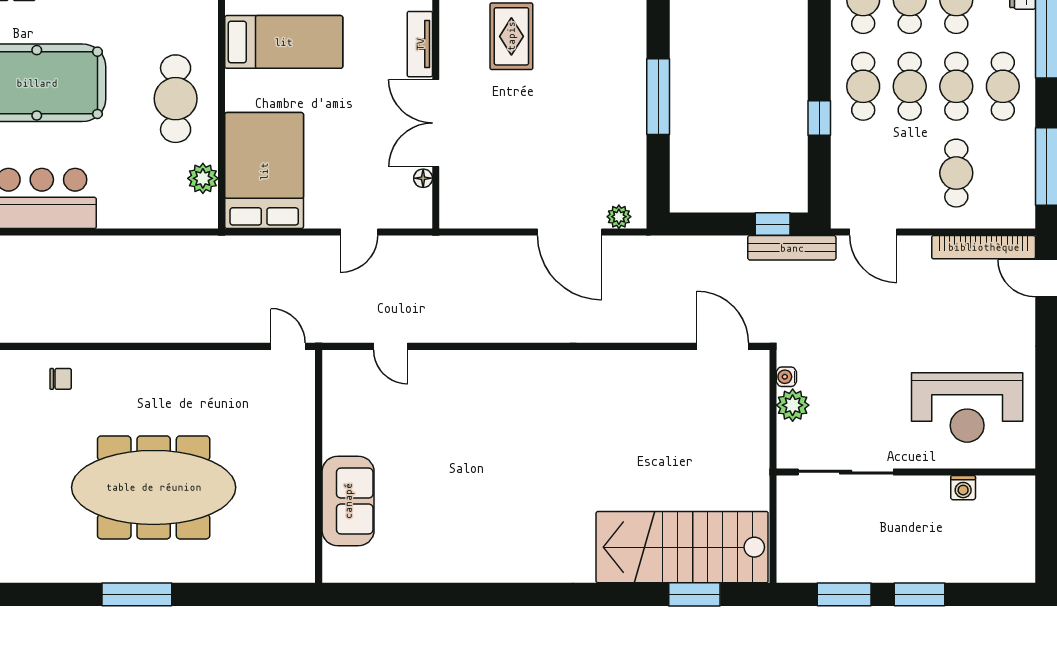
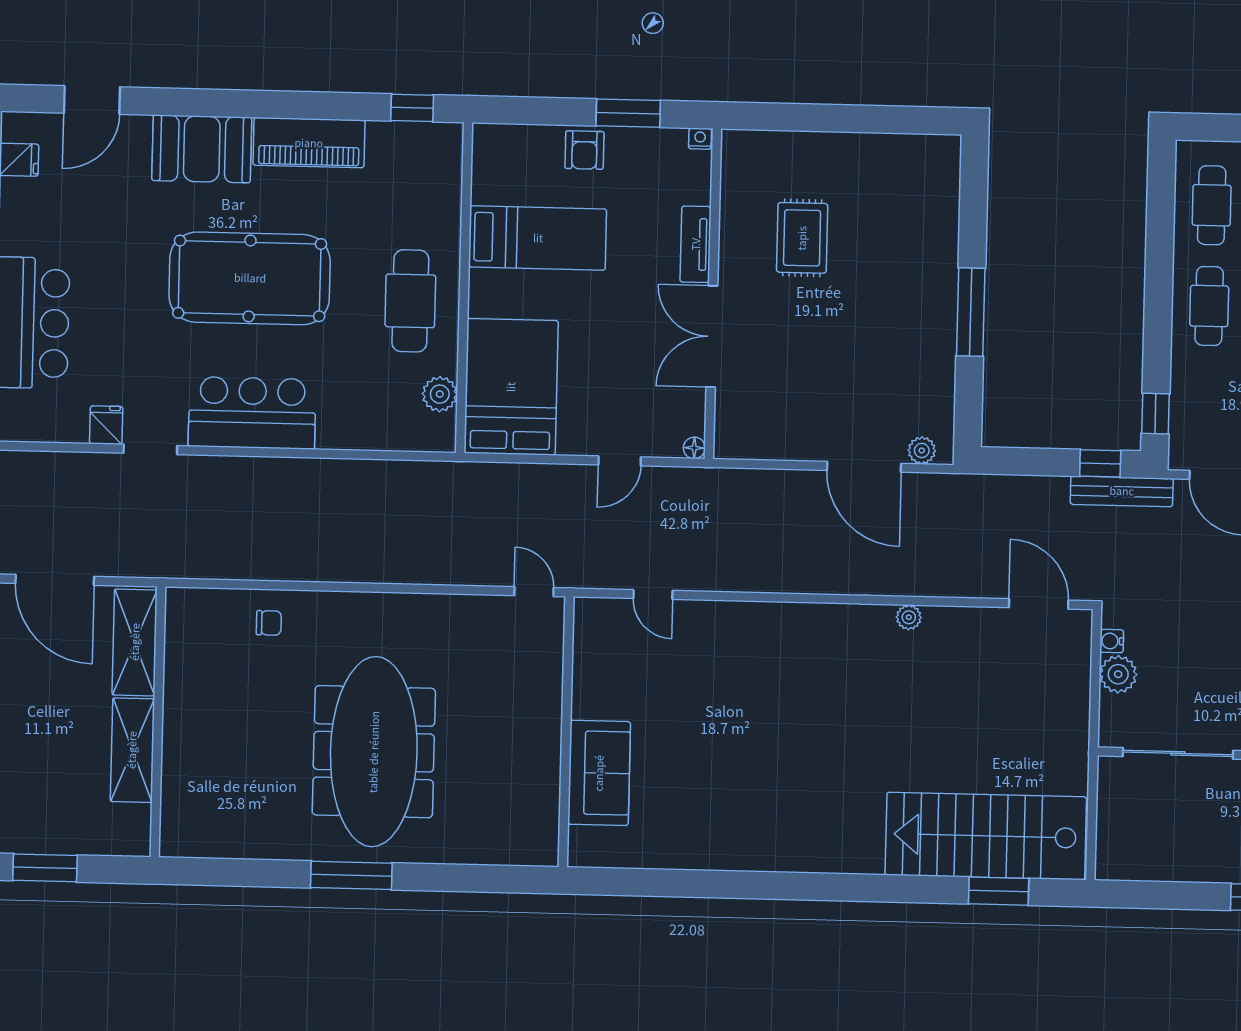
window: (819, 118) -> (1156, 414), moved
floor lamp: (423, 178) -> (694, 448), moved
plant: (611, 361) -> (909, 617), added
meeting table: (154, 487) -> (374, 752), turned 90
window: (844, 594) -> (1173, 895), removed

